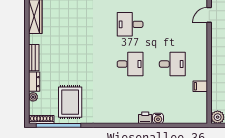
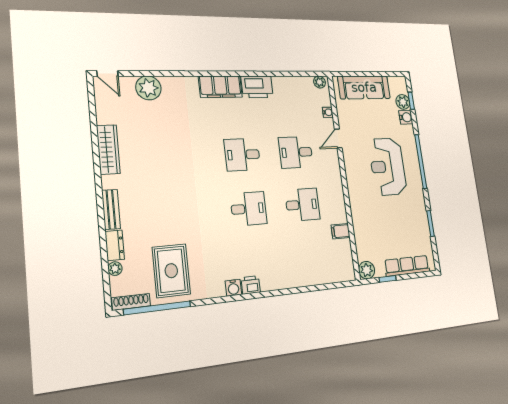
desk: (172, 24) -> (296, 152), added
printer: (145, 118) -> (251, 285), moved
water cooler: (158, 118) -> (233, 288), moved

